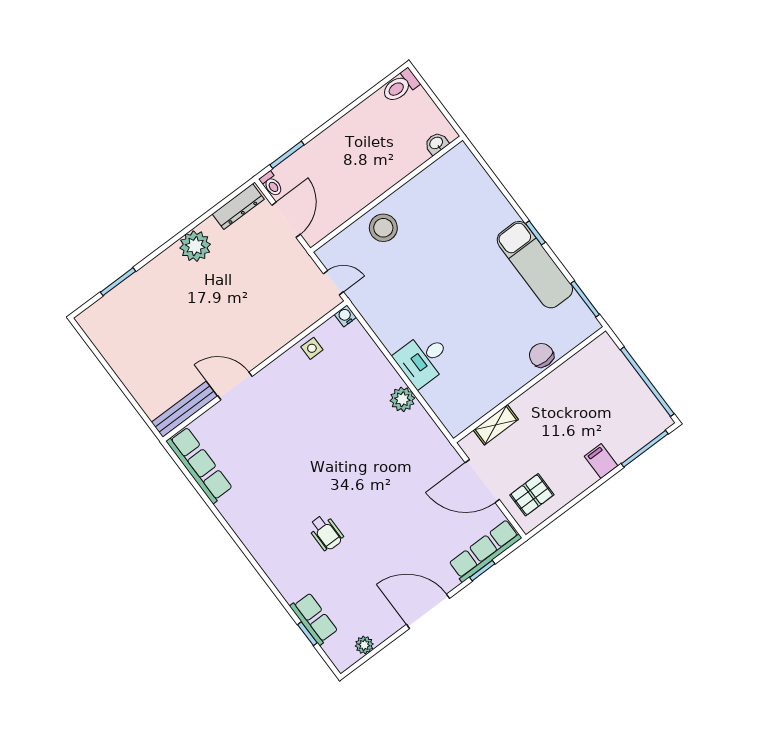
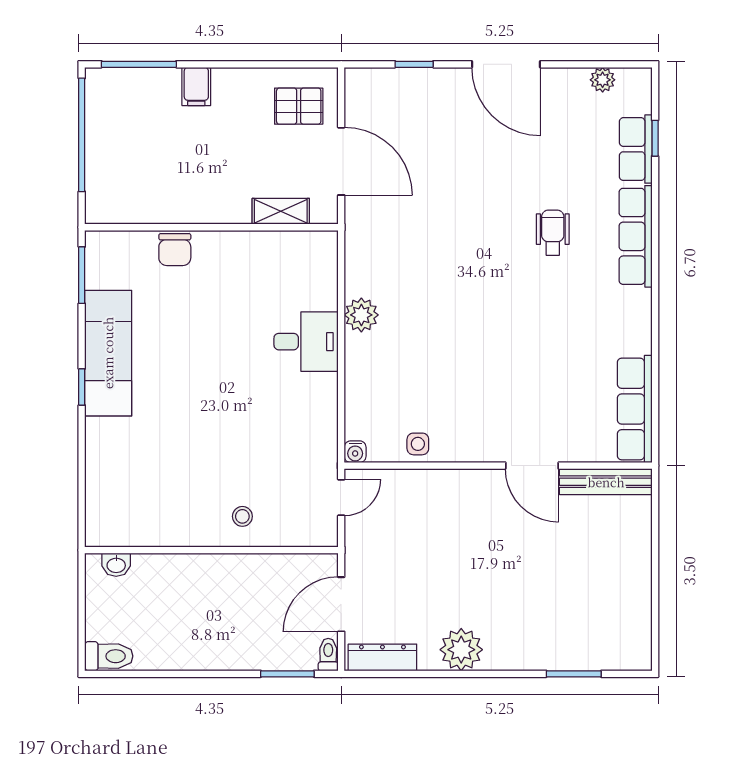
stool: (383, 228) -> (242, 516), width x0.53, depth x0.53
door: (333, 283) -> (341, 498), swing flipped
row of seats: (485, 551) -> (636, 236), moved, turned 90

